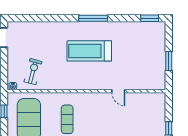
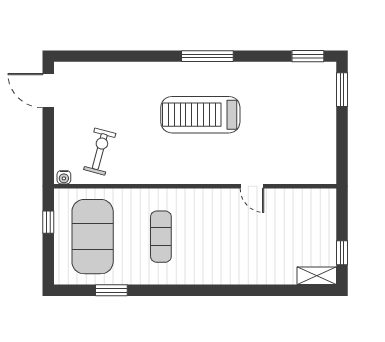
window: (169, 61) -> (342, 90), moved

